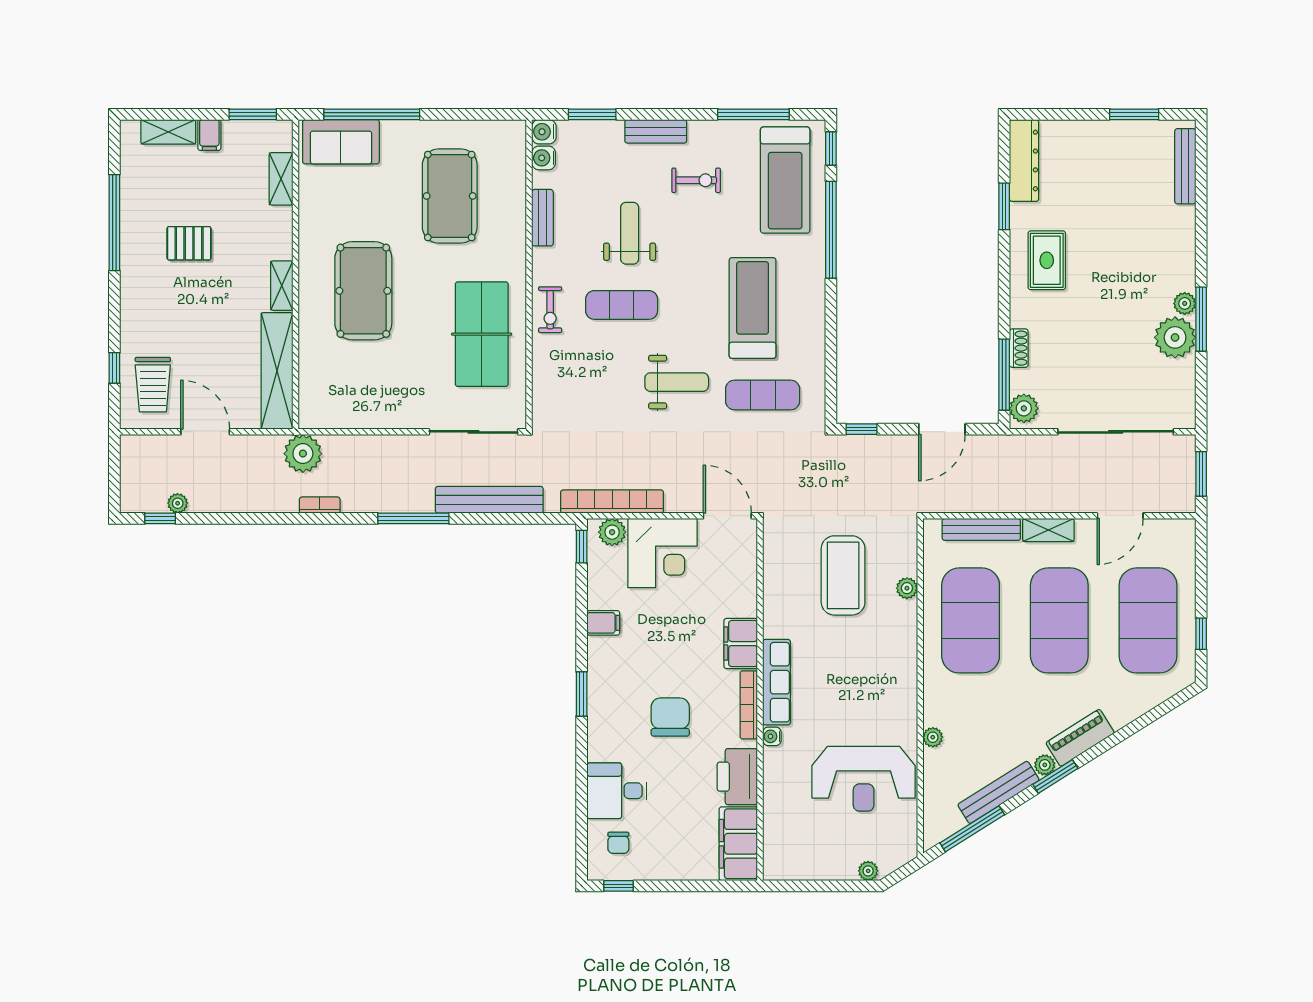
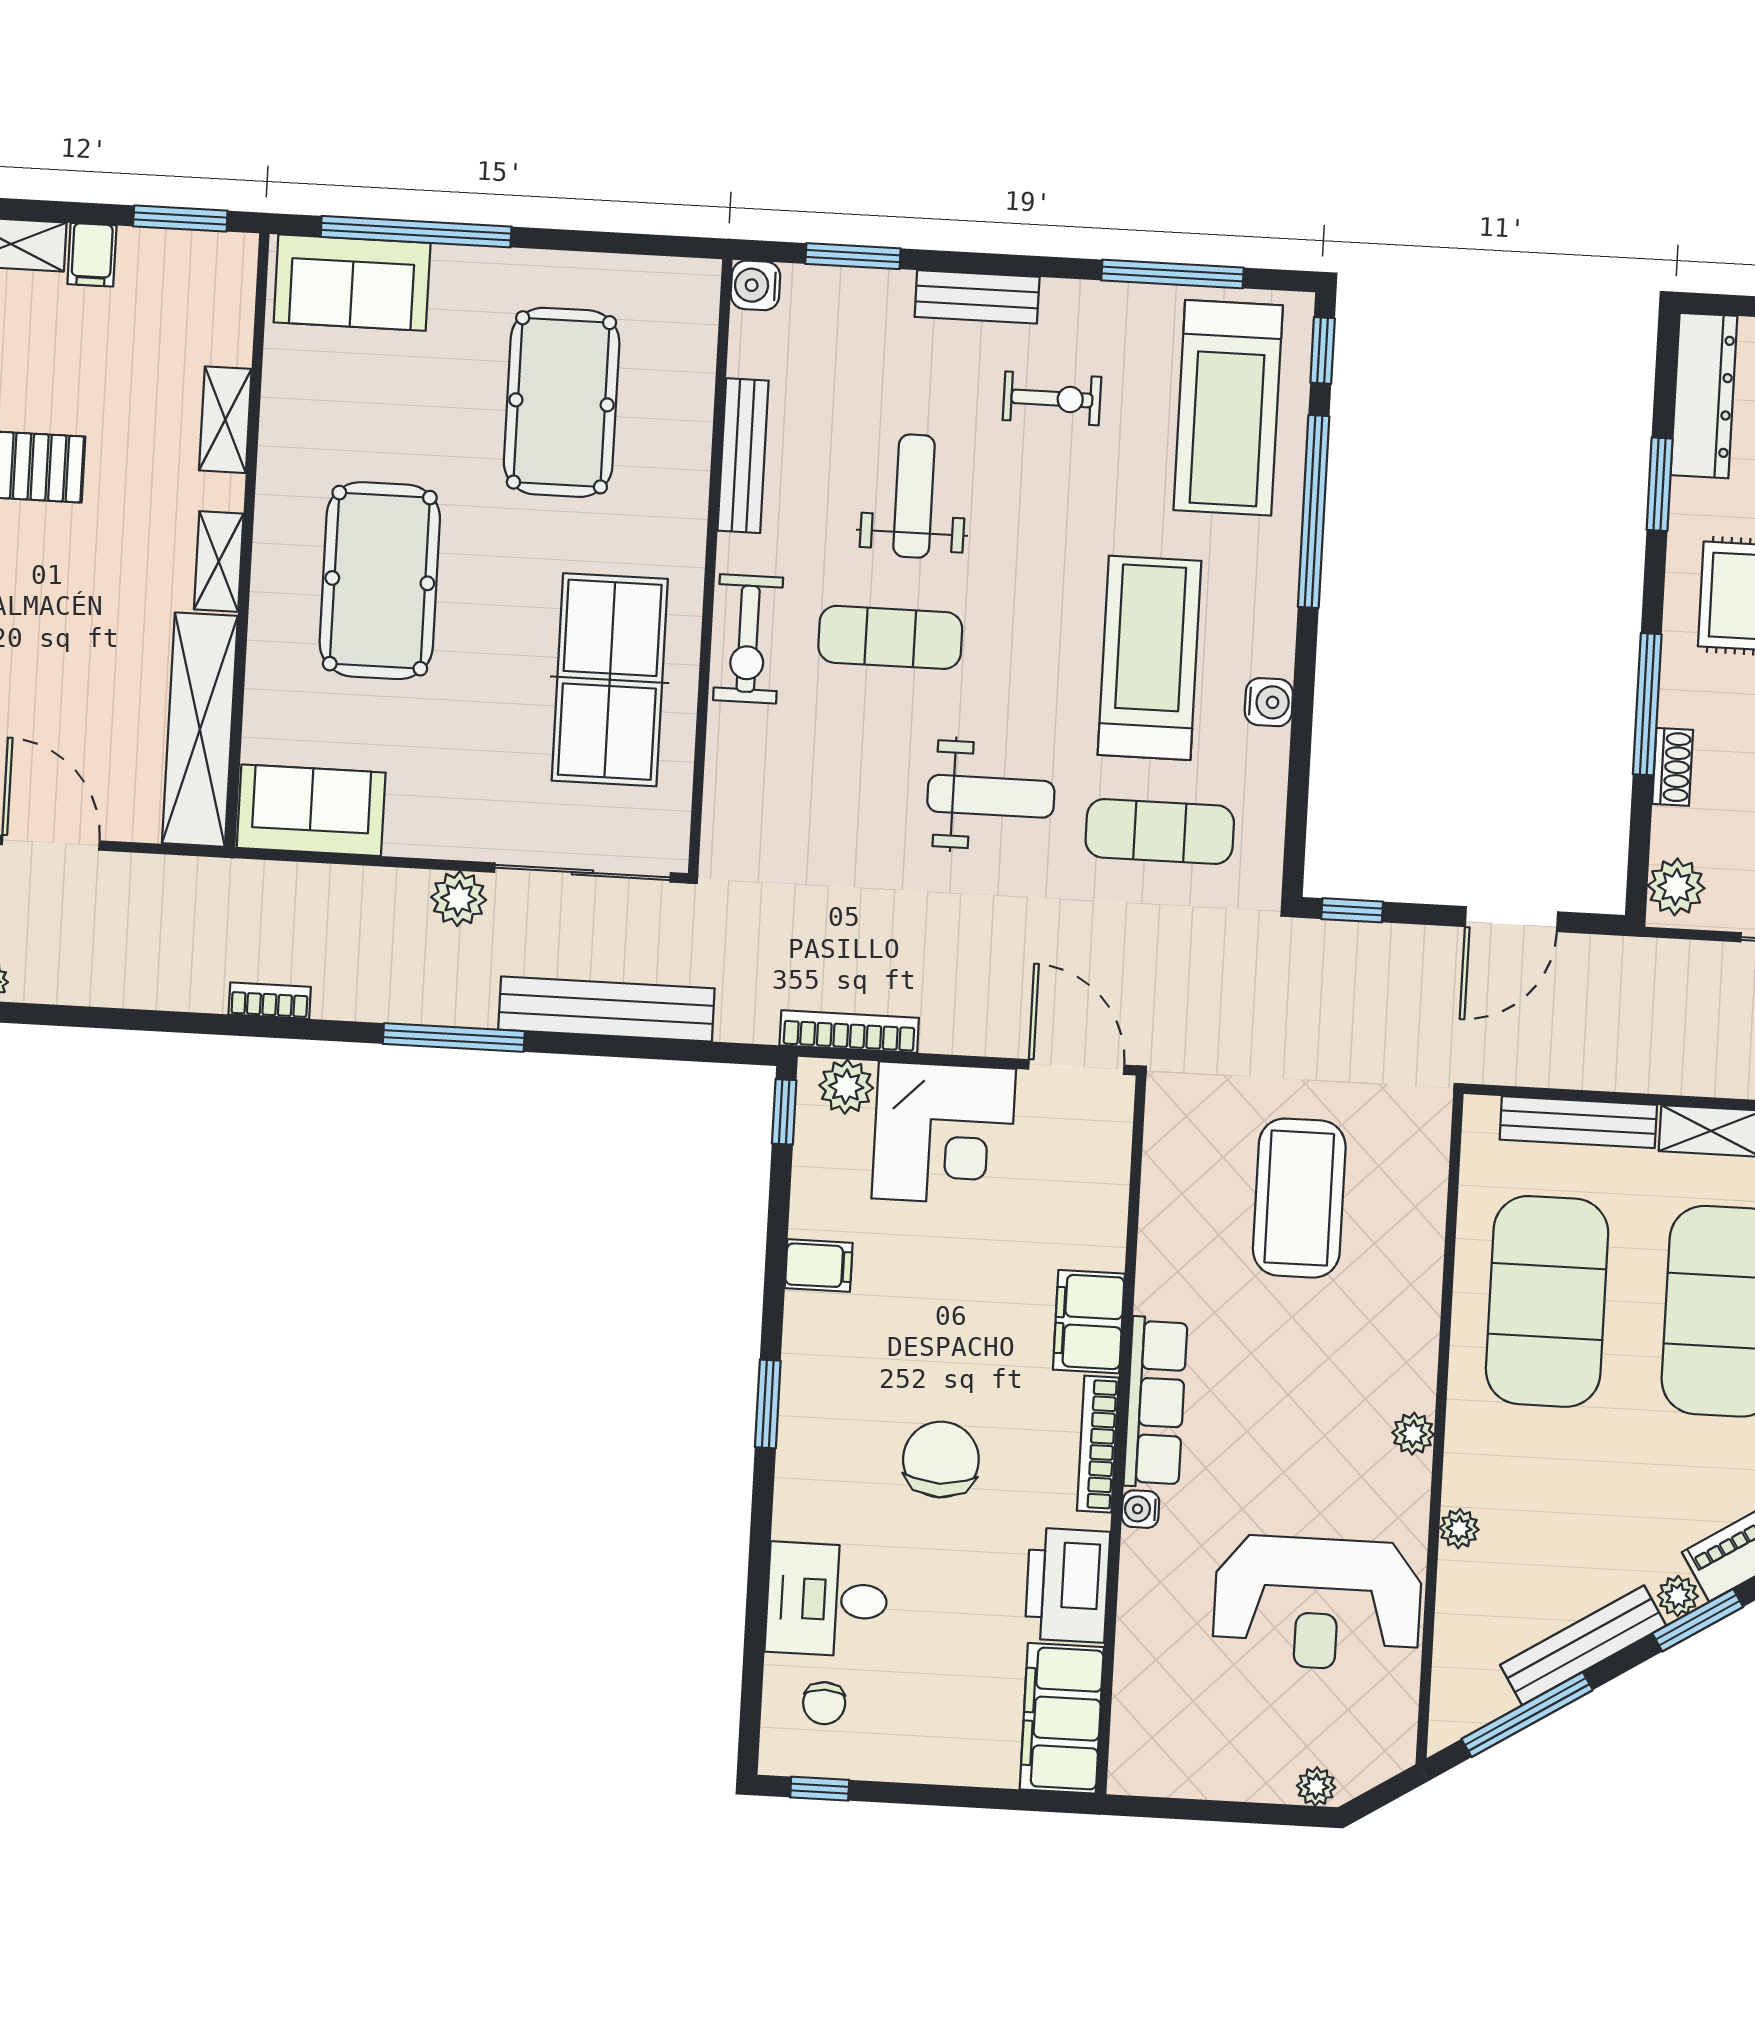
water cooler: (544, 158) -> (1269, 702), moved, turned 180
shelving: (281, 179) -> (225, 420), moved
bench: (542, 218) -> (743, 456), width x1.36
exercise bike: (550, 310) -> (748, 639), width x1.38, depth x1.39
window: (1004, 375) -> (1647, 704), moved
sofa: (335, 408) -> (311, 810), added
plant: (303, 454) -> (459, 899), moved, width x0.73, depth x0.73
bookcase: (612, 502) -> (849, 1032), width x0.68, depth x0.76
plant: (907, 588) -> (1413, 1434), moved

